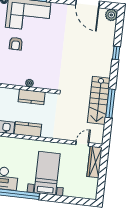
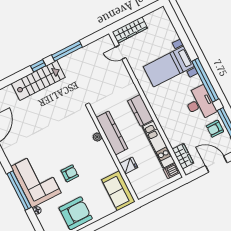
window: (116, 53) -> (38, 66), moved
kitchen counter: (32, 97) -> (112, 133), width x1.50
stairs: (99, 100) -> (38, 80), moved

